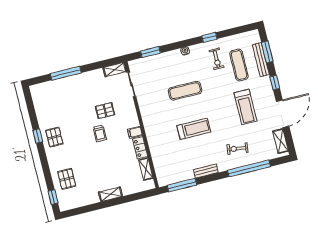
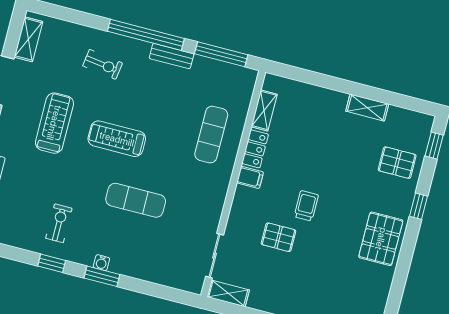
window: (150, 52) -> (102, 276), moved
exercise mat: (239, 65) -> (211, 135), moved
treadmill: (194, 129) -> (117, 139), moved
window: (38, 136) -> (418, 206), moved
pallet: (54, 137) -> (381, 239), width x1.50, depth x1.42
window: (249, 168) -> (146, 35), moved
pallet: (67, 179) -> (397, 163), turned 90
shelving: (110, 194) -> (367, 108), moved

